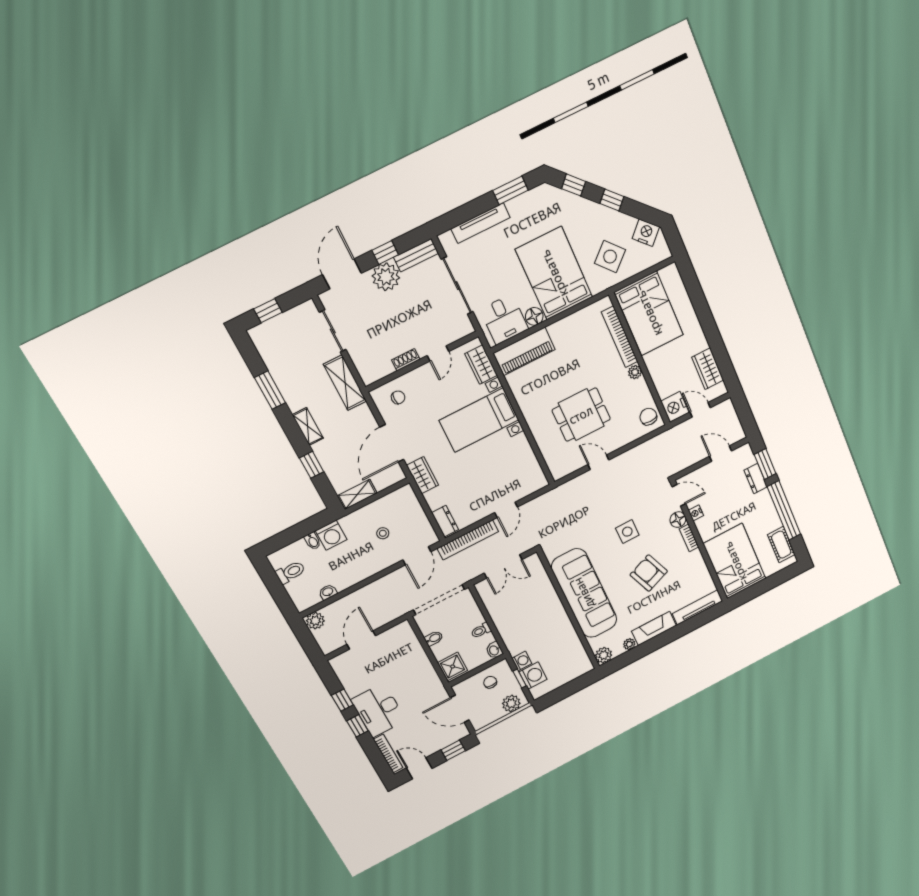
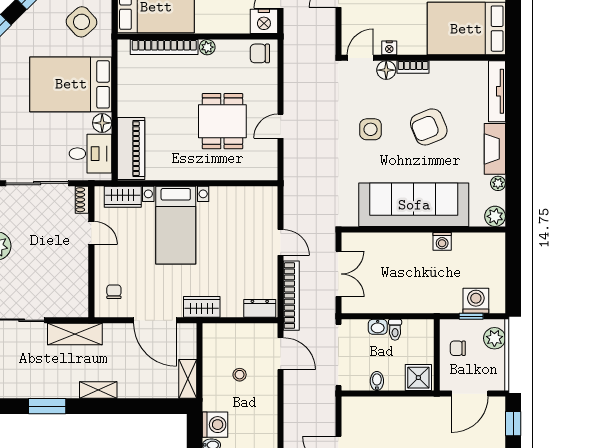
shoe rack: (406, 360) -> (82, 200), moved
window: (312, 465) -> (137, 406), removed
washbasin: (494, 650) -> (378, 327), moved
washing machine: (522, 661) -> (442, 241), moved, turned 180

